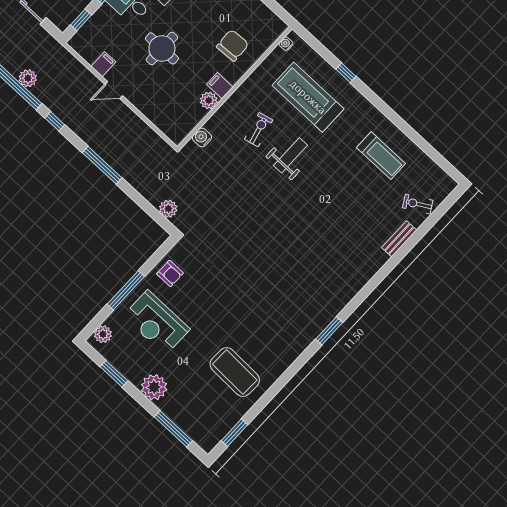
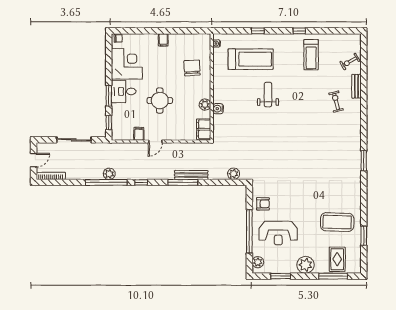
filing cabinet: (220, 86) -> (204, 129), moved, width x2.00
treadmill: (308, 97) -> (251, 59), turned 180
window: (393, 116) -> (299, 31), added
exercise bike: (259, 130) -> (336, 102), moved
water cooler: (202, 137) -> (218, 109), moved
treadmill: (381, 156) -> (311, 55), turned 90
bench: (119, 166) -> (191, 175), added
window: (126, 290) -> (249, 231), width x1.46
rug: (196, 414) -> (337, 259), added
window: (234, 433) -> (364, 236), moved

